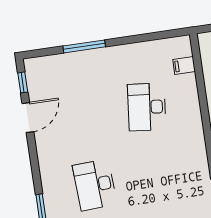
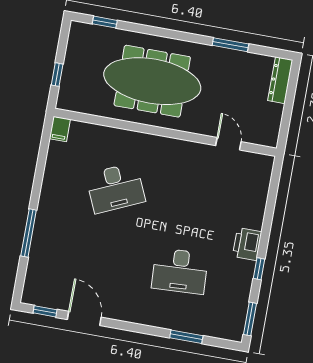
filing cabinet: (184, 65) -> (60, 129), moved
desk: (147, 107) -> (115, 188), turned -30

